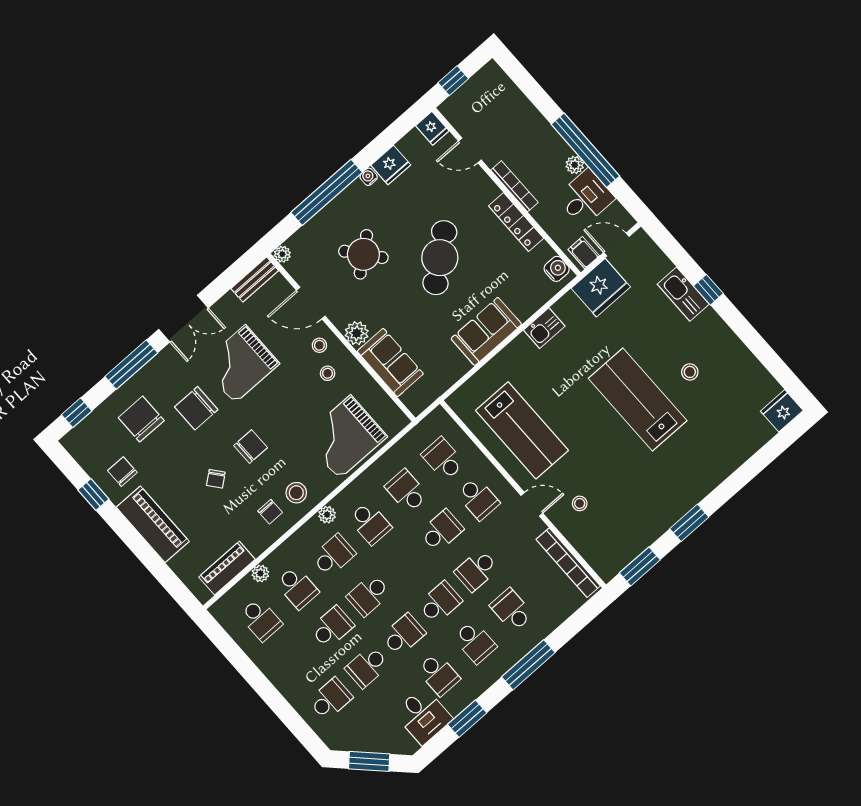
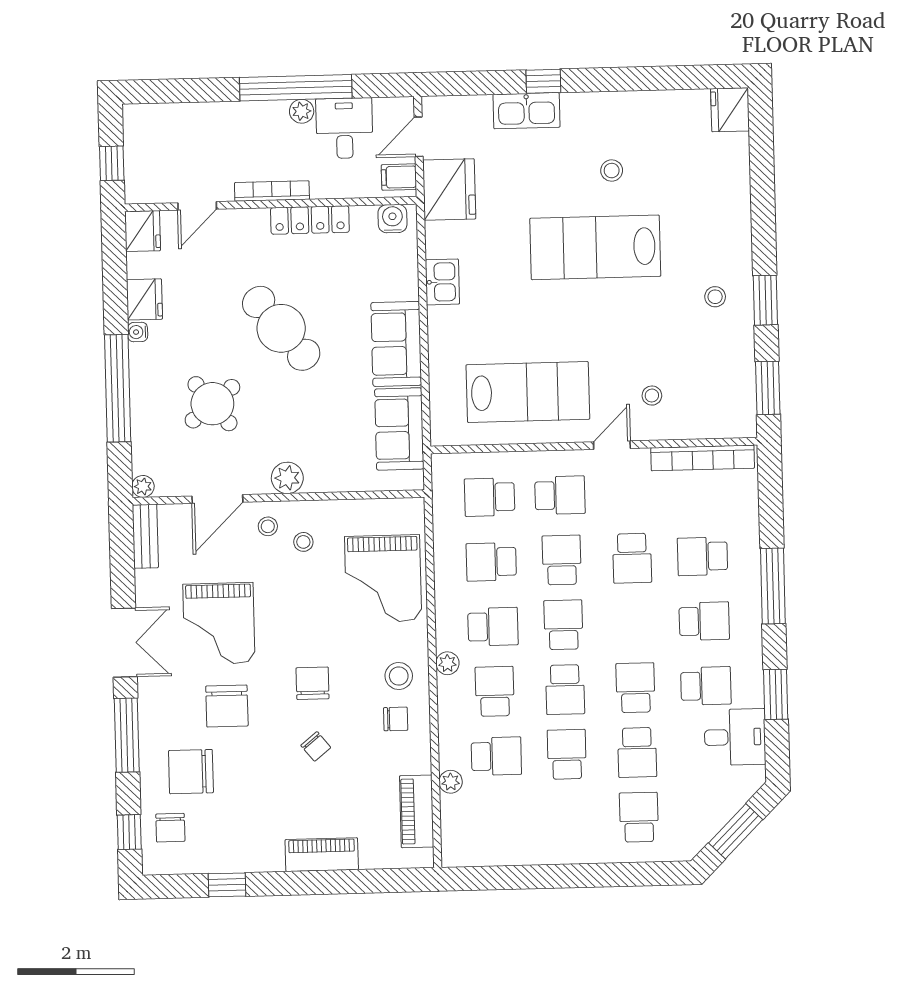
fridge: (432, 128) -> (143, 231), width x1.38
sofa: (390, 363) -> (399, 429), moved, turned -90
chair: (122, 472) -> (170, 828), moved, turned -90
stool: (667, 492) -> (715, 297), added
piano: (153, 524) -> (322, 855), width x0.73, depth x0.75
school desk: (440, 602) -> (563, 625), moved
school desk: (261, 620) -> (498, 821), removed

